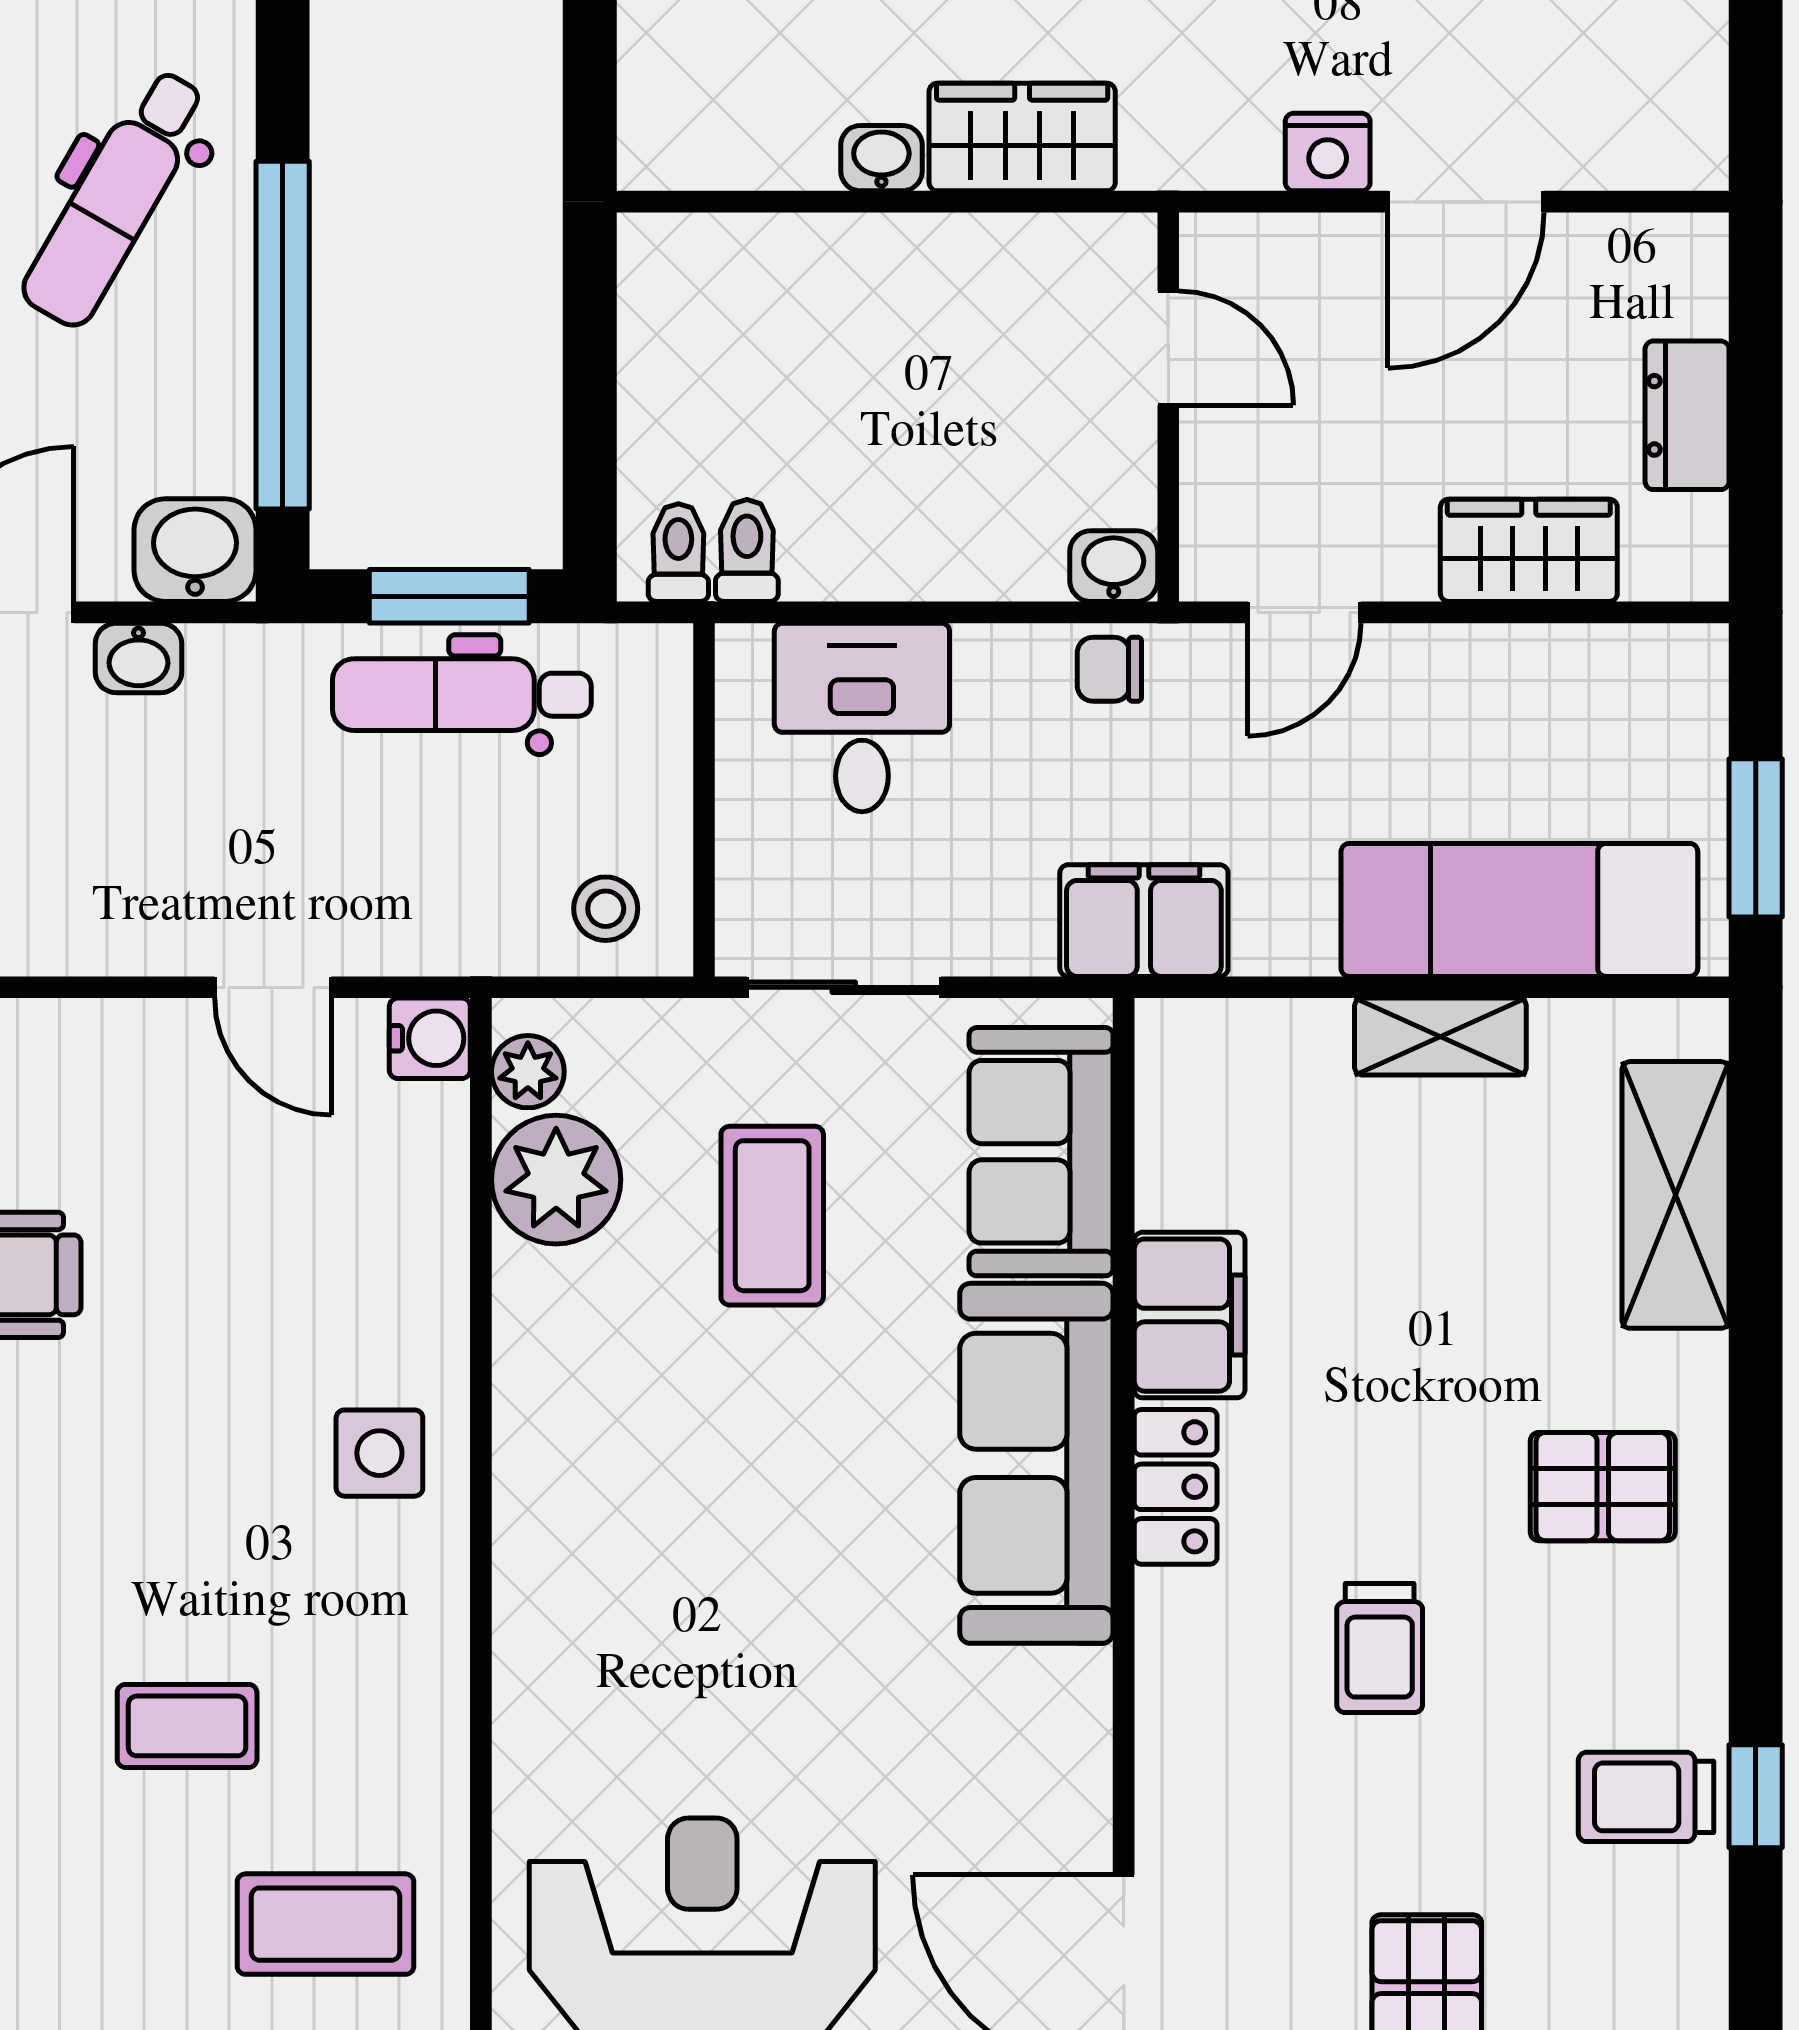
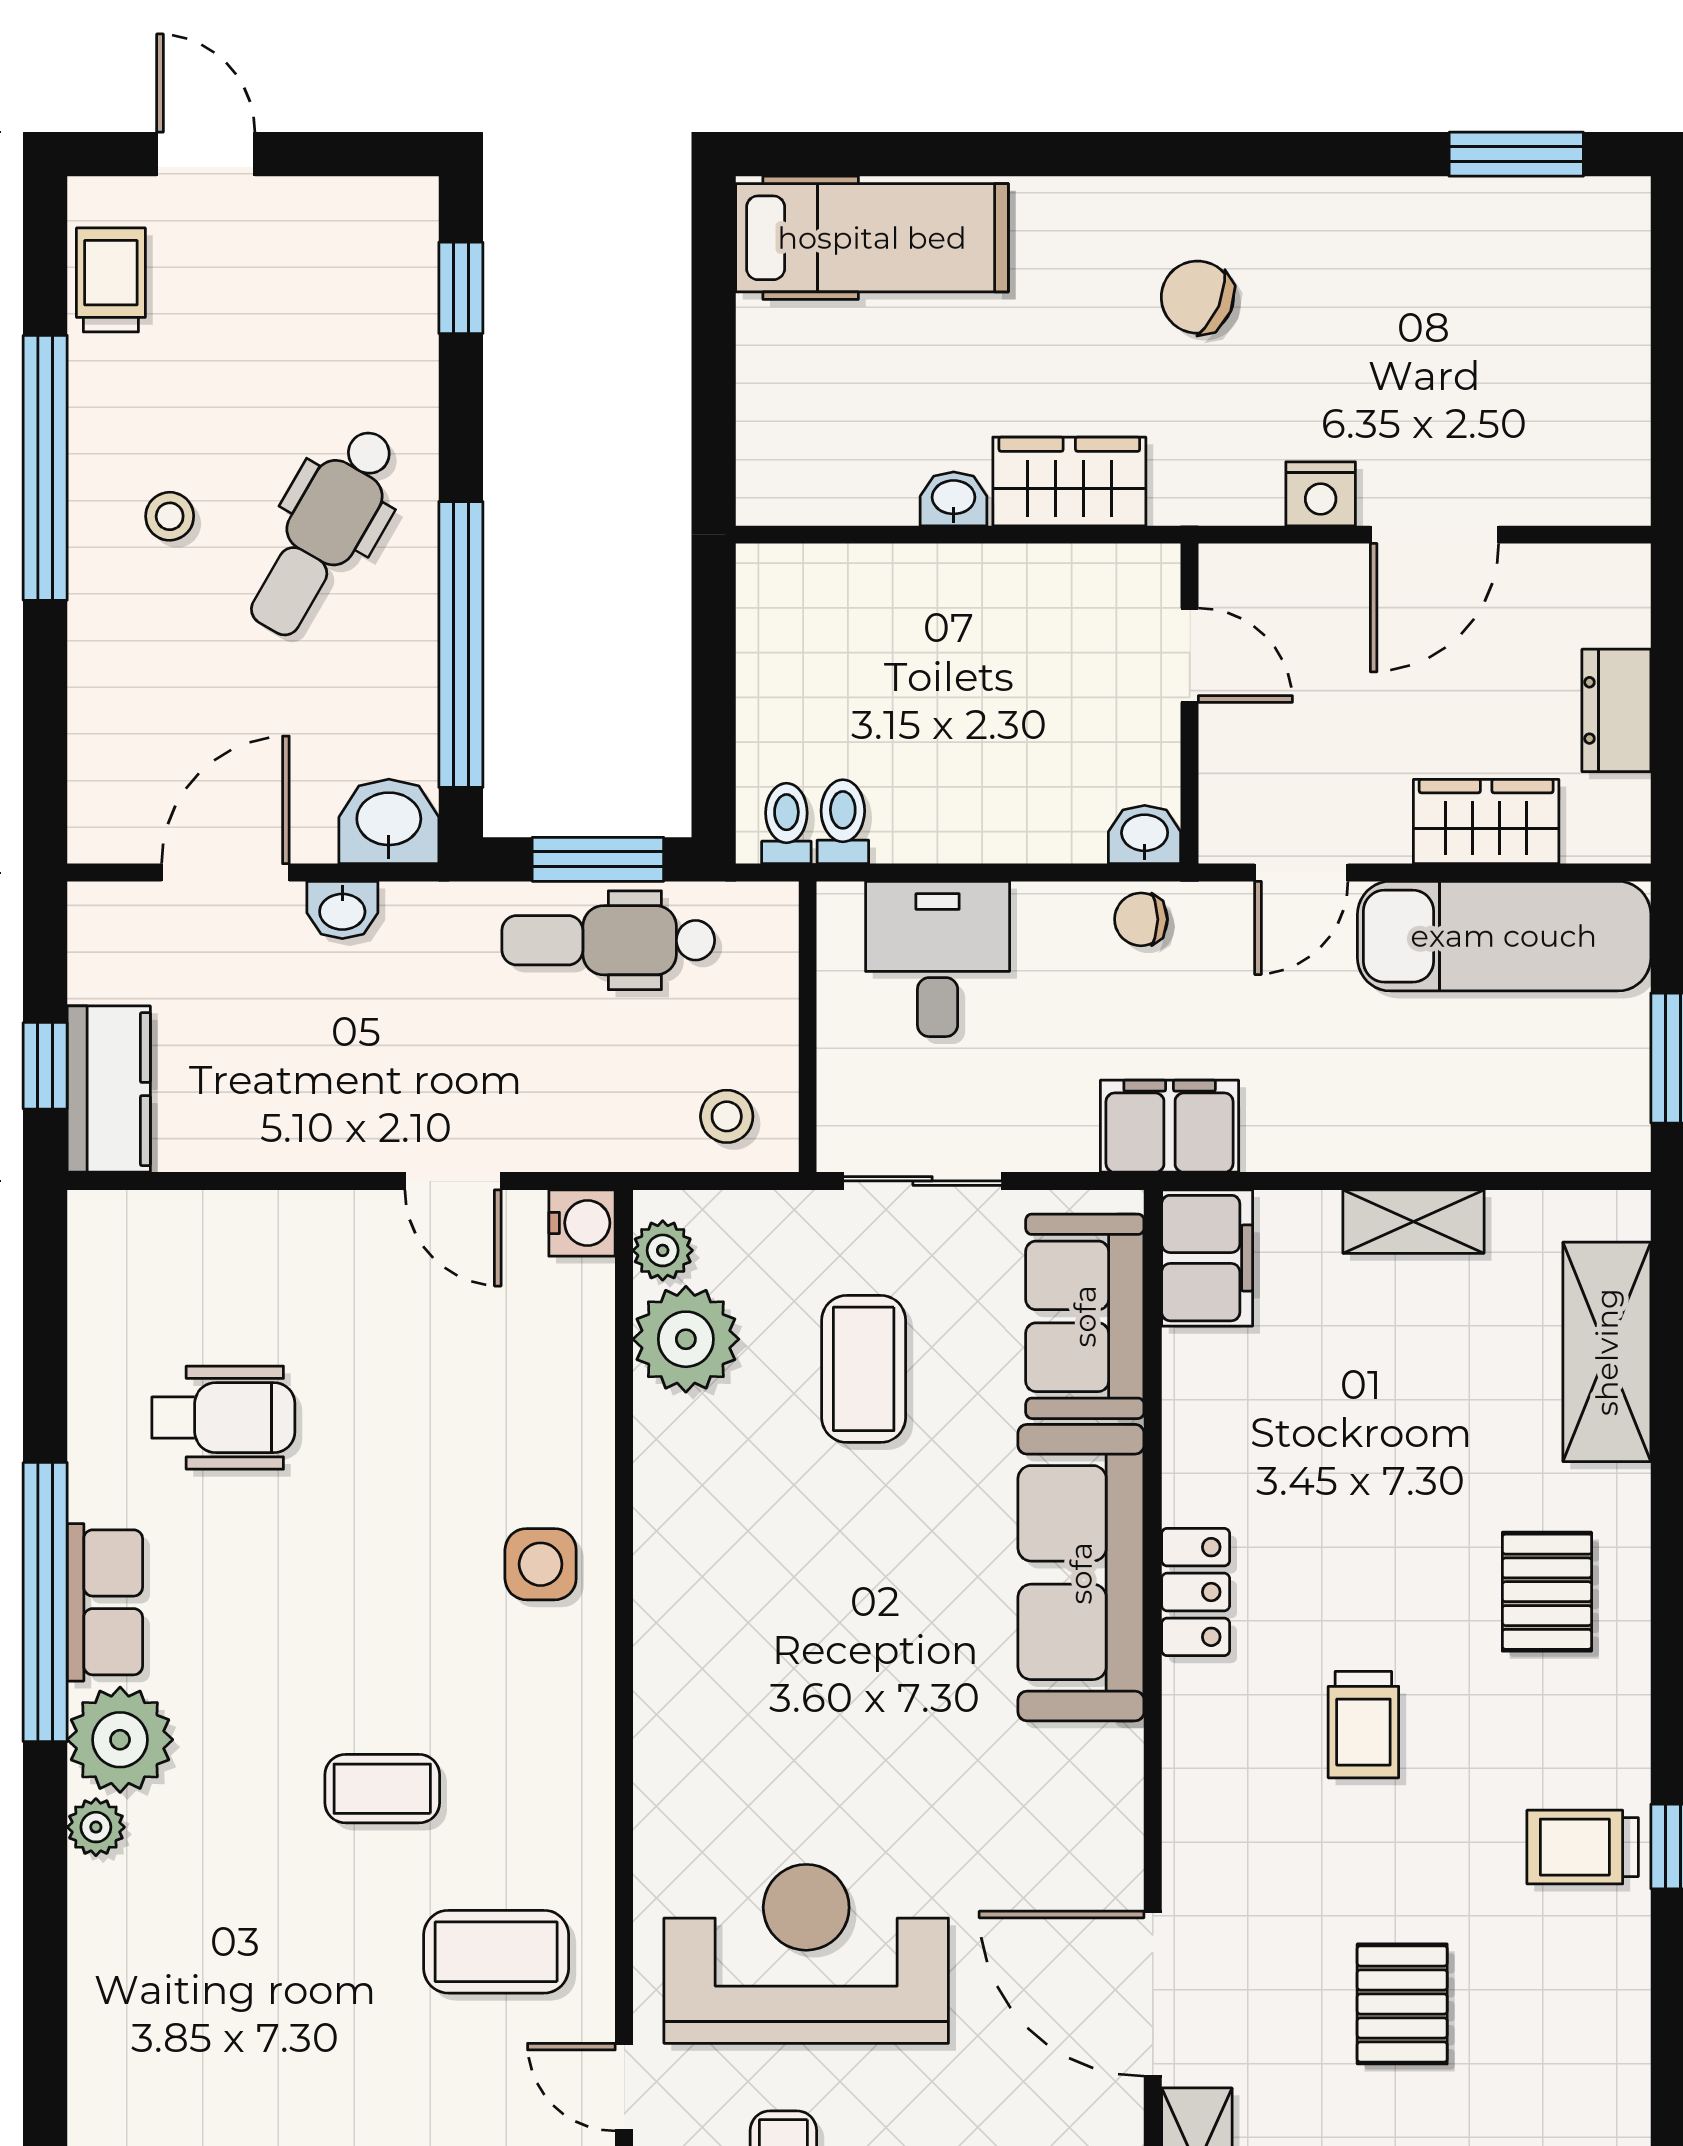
exam couch: (1519, 910) -> (1504, 936), moved, turned 180
filing cabinet: (1190, 1315) -> (1207, 1258), moved
pallet: (1603, 1487) -> (1547, 1592), turned 90

